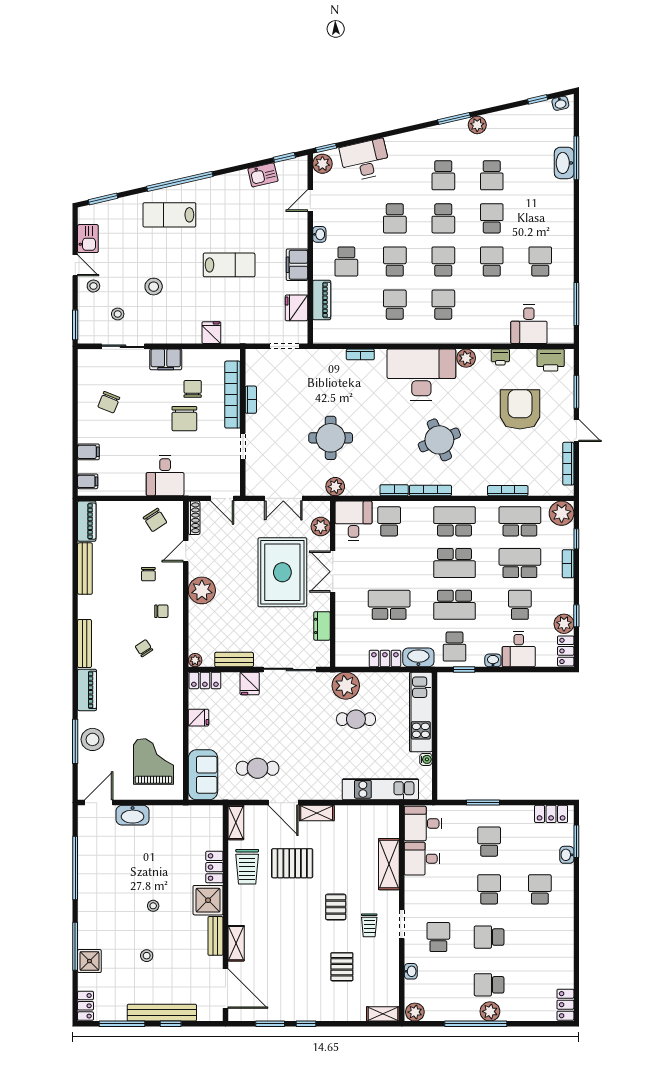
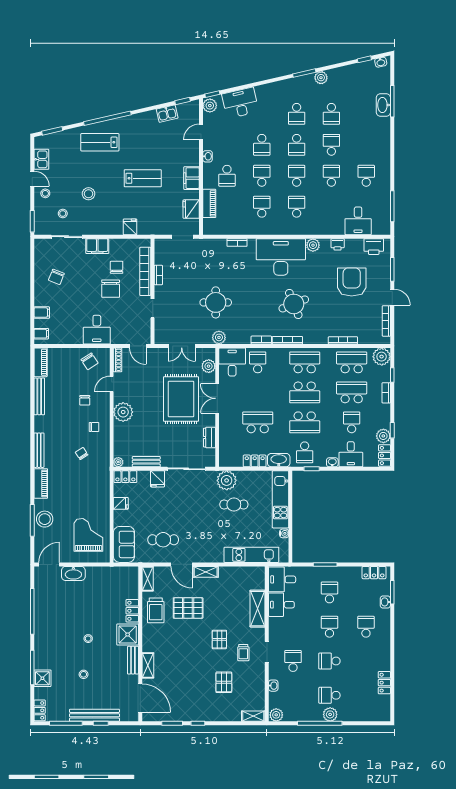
locker: (565, 1005) -> (384, 683), moved

